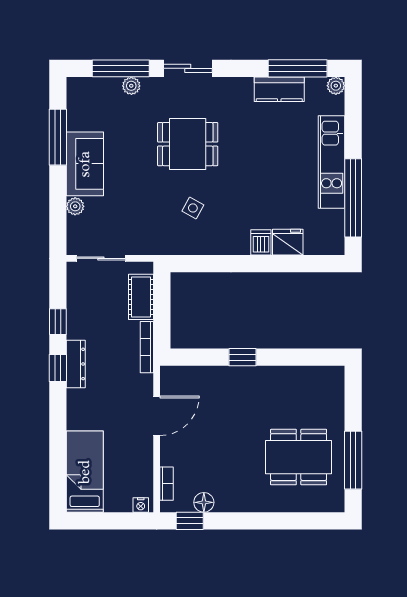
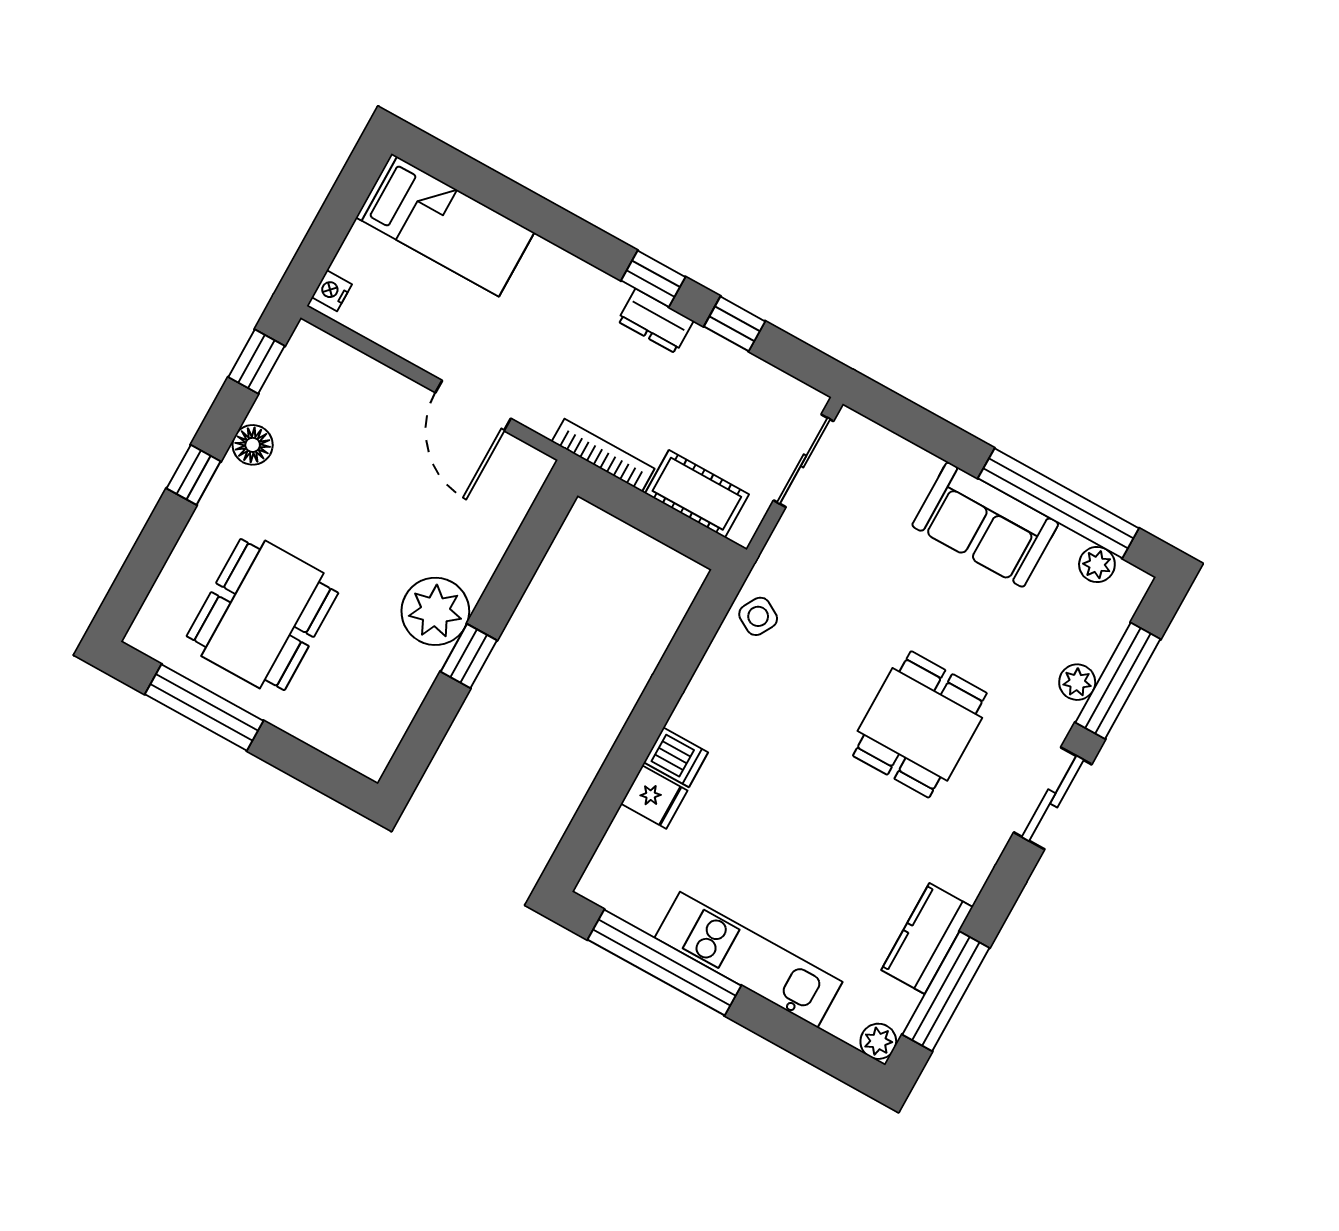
window: (58, 137) -> (1058, 503), width x1.46
plant: (75, 206) -> (1097, 564), moved
side table: (193, 208) -> (758, 616), moved
fridge: (288, 242) -> (654, 797), width x0.72
window: (242, 357) -> (469, 656), moved
dresser: (76, 364) -> (656, 321), width x0.70
plant: (255, 383) -> (435, 611), added
bookcase: (167, 484) -> (344, 357), removed
floor lamp: (204, 502) -> (253, 445), moved
window: (254, 521) -> (194, 475), added

